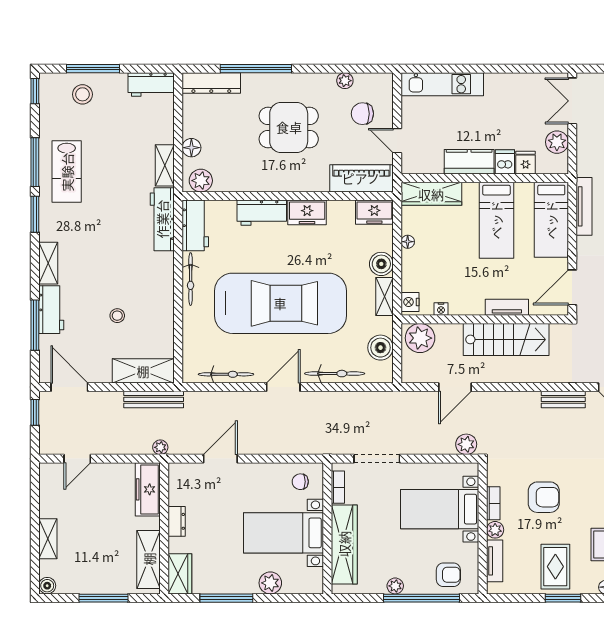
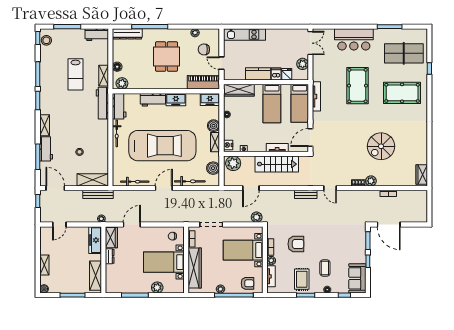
stool: (82, 94) -> (46, 40), moved
double door: (572, 101) -> (310, 43), swing flipped
dining table: (289, 127) -> (167, 56), turned 90
lab bench: (67, 172) -> (76, 74), moved
wardrobe: (180, 574) -> (111, 238), moved

